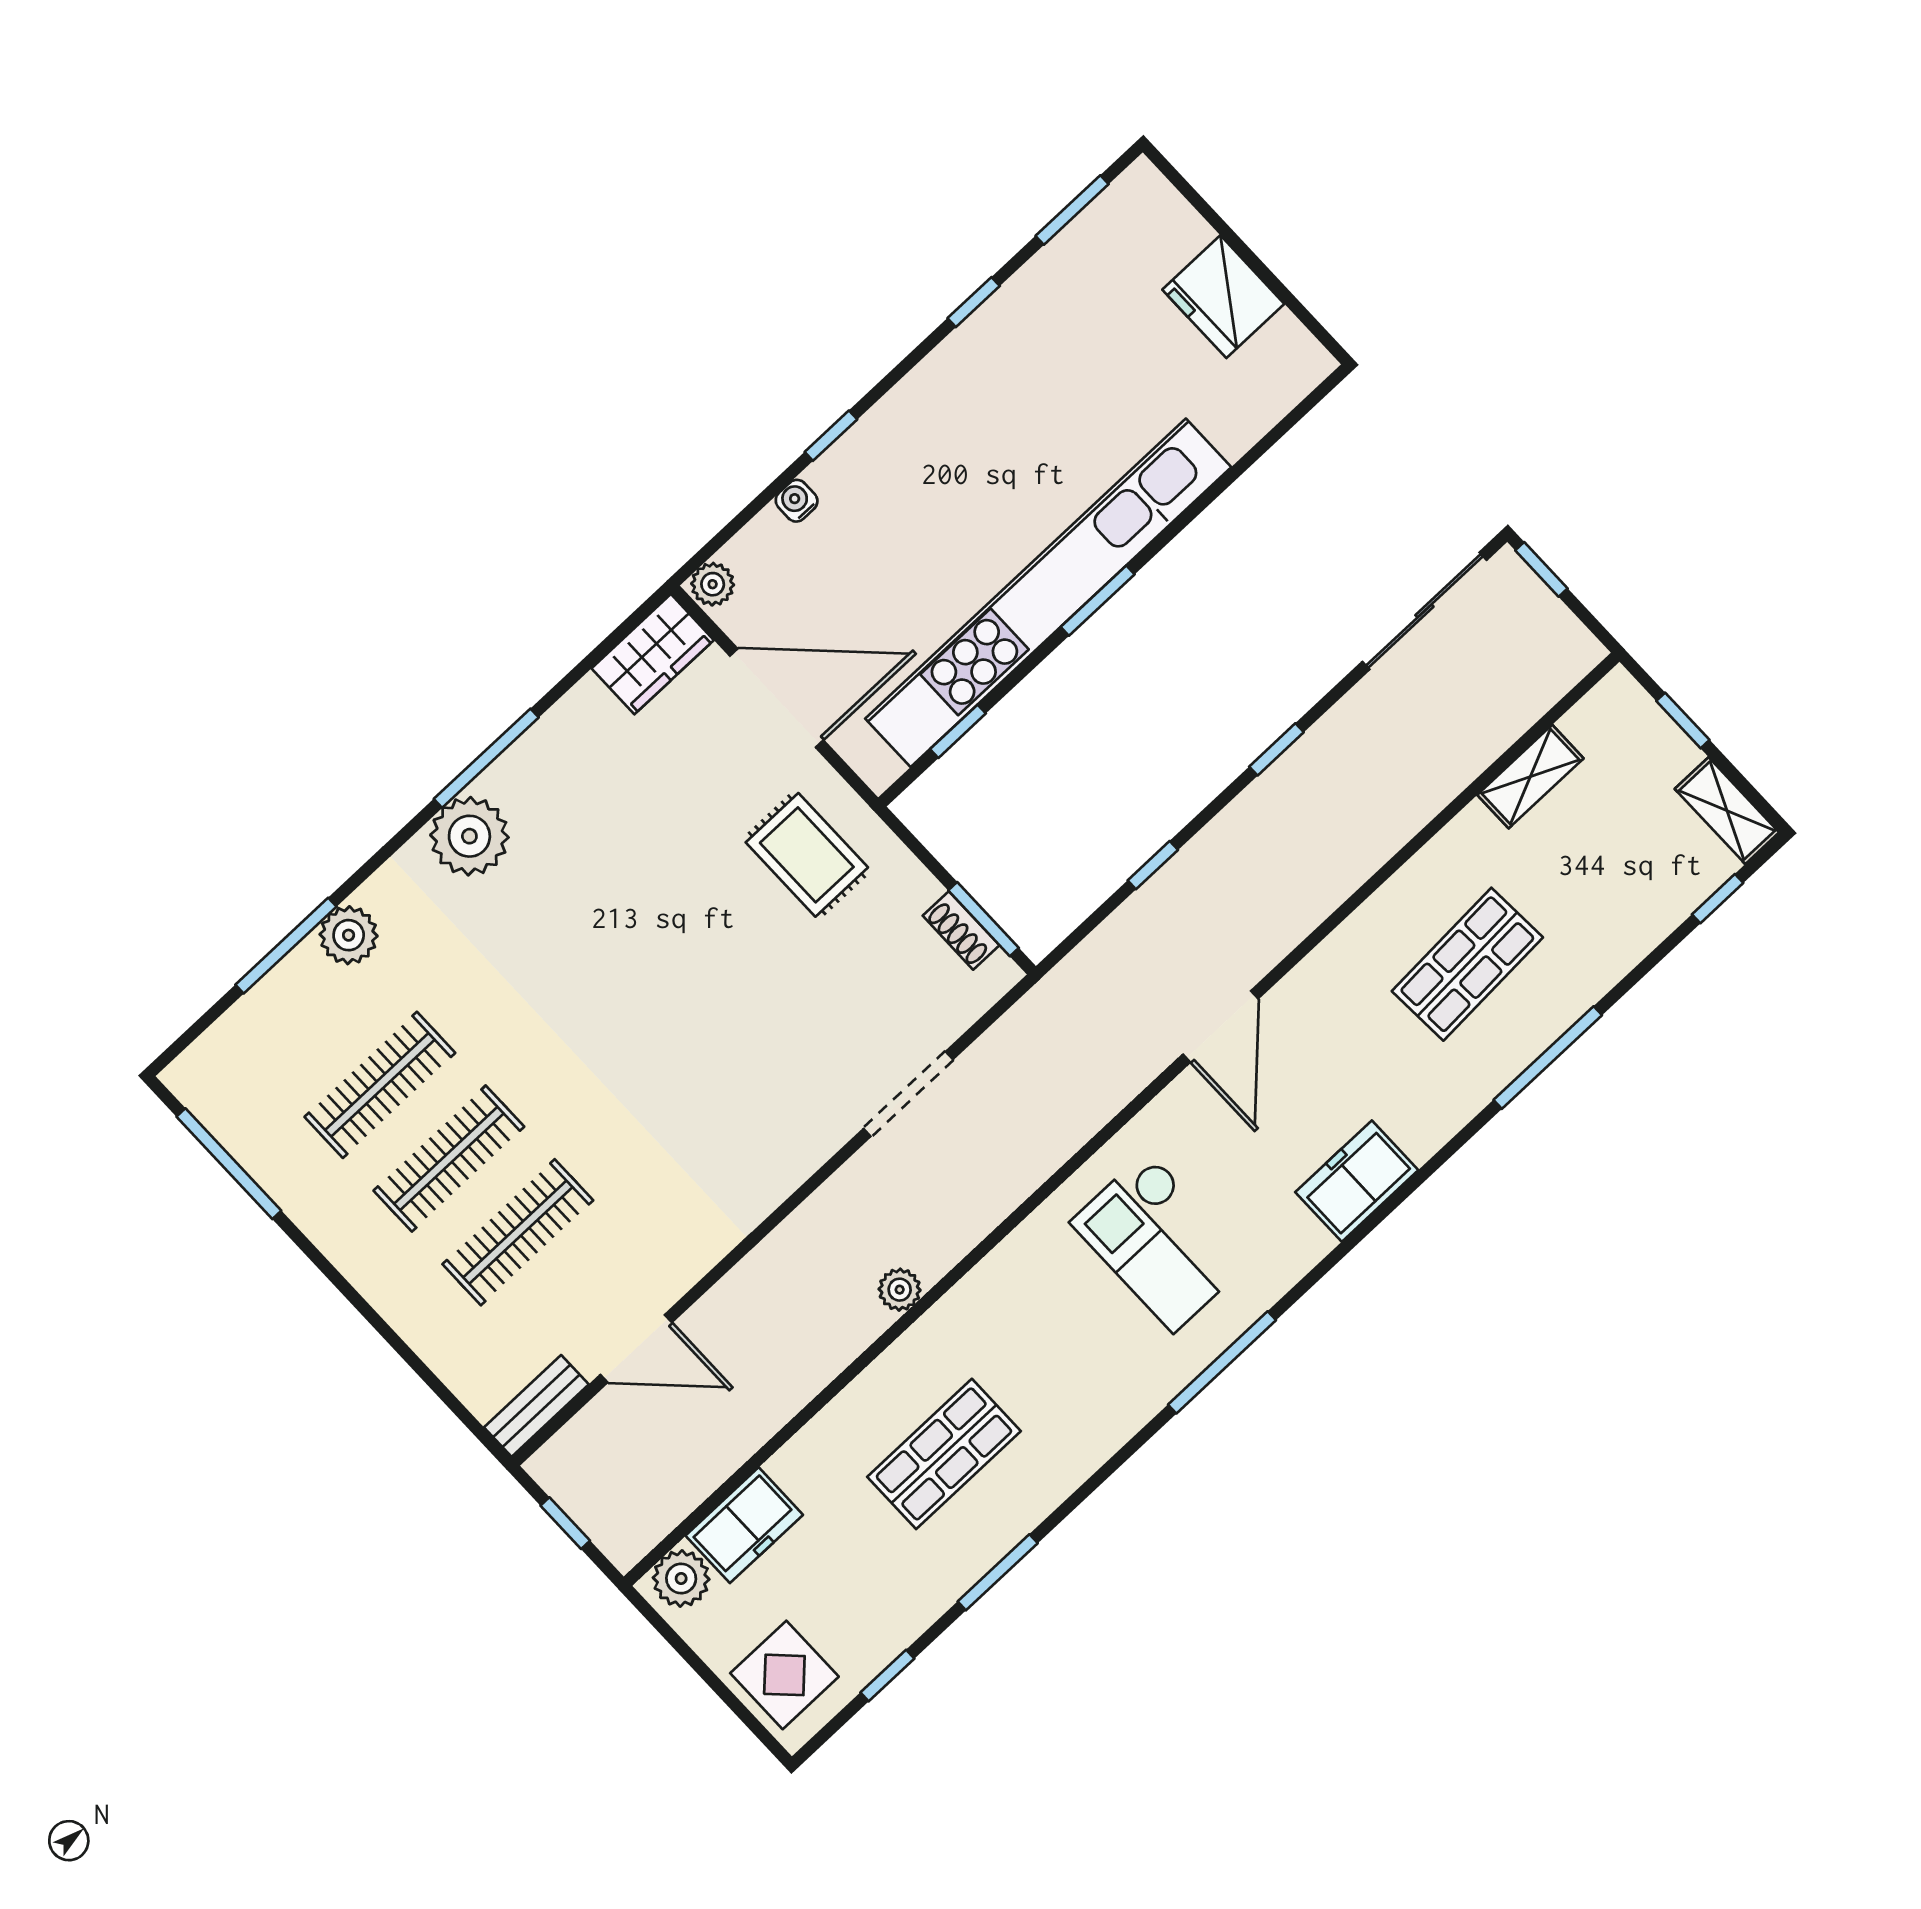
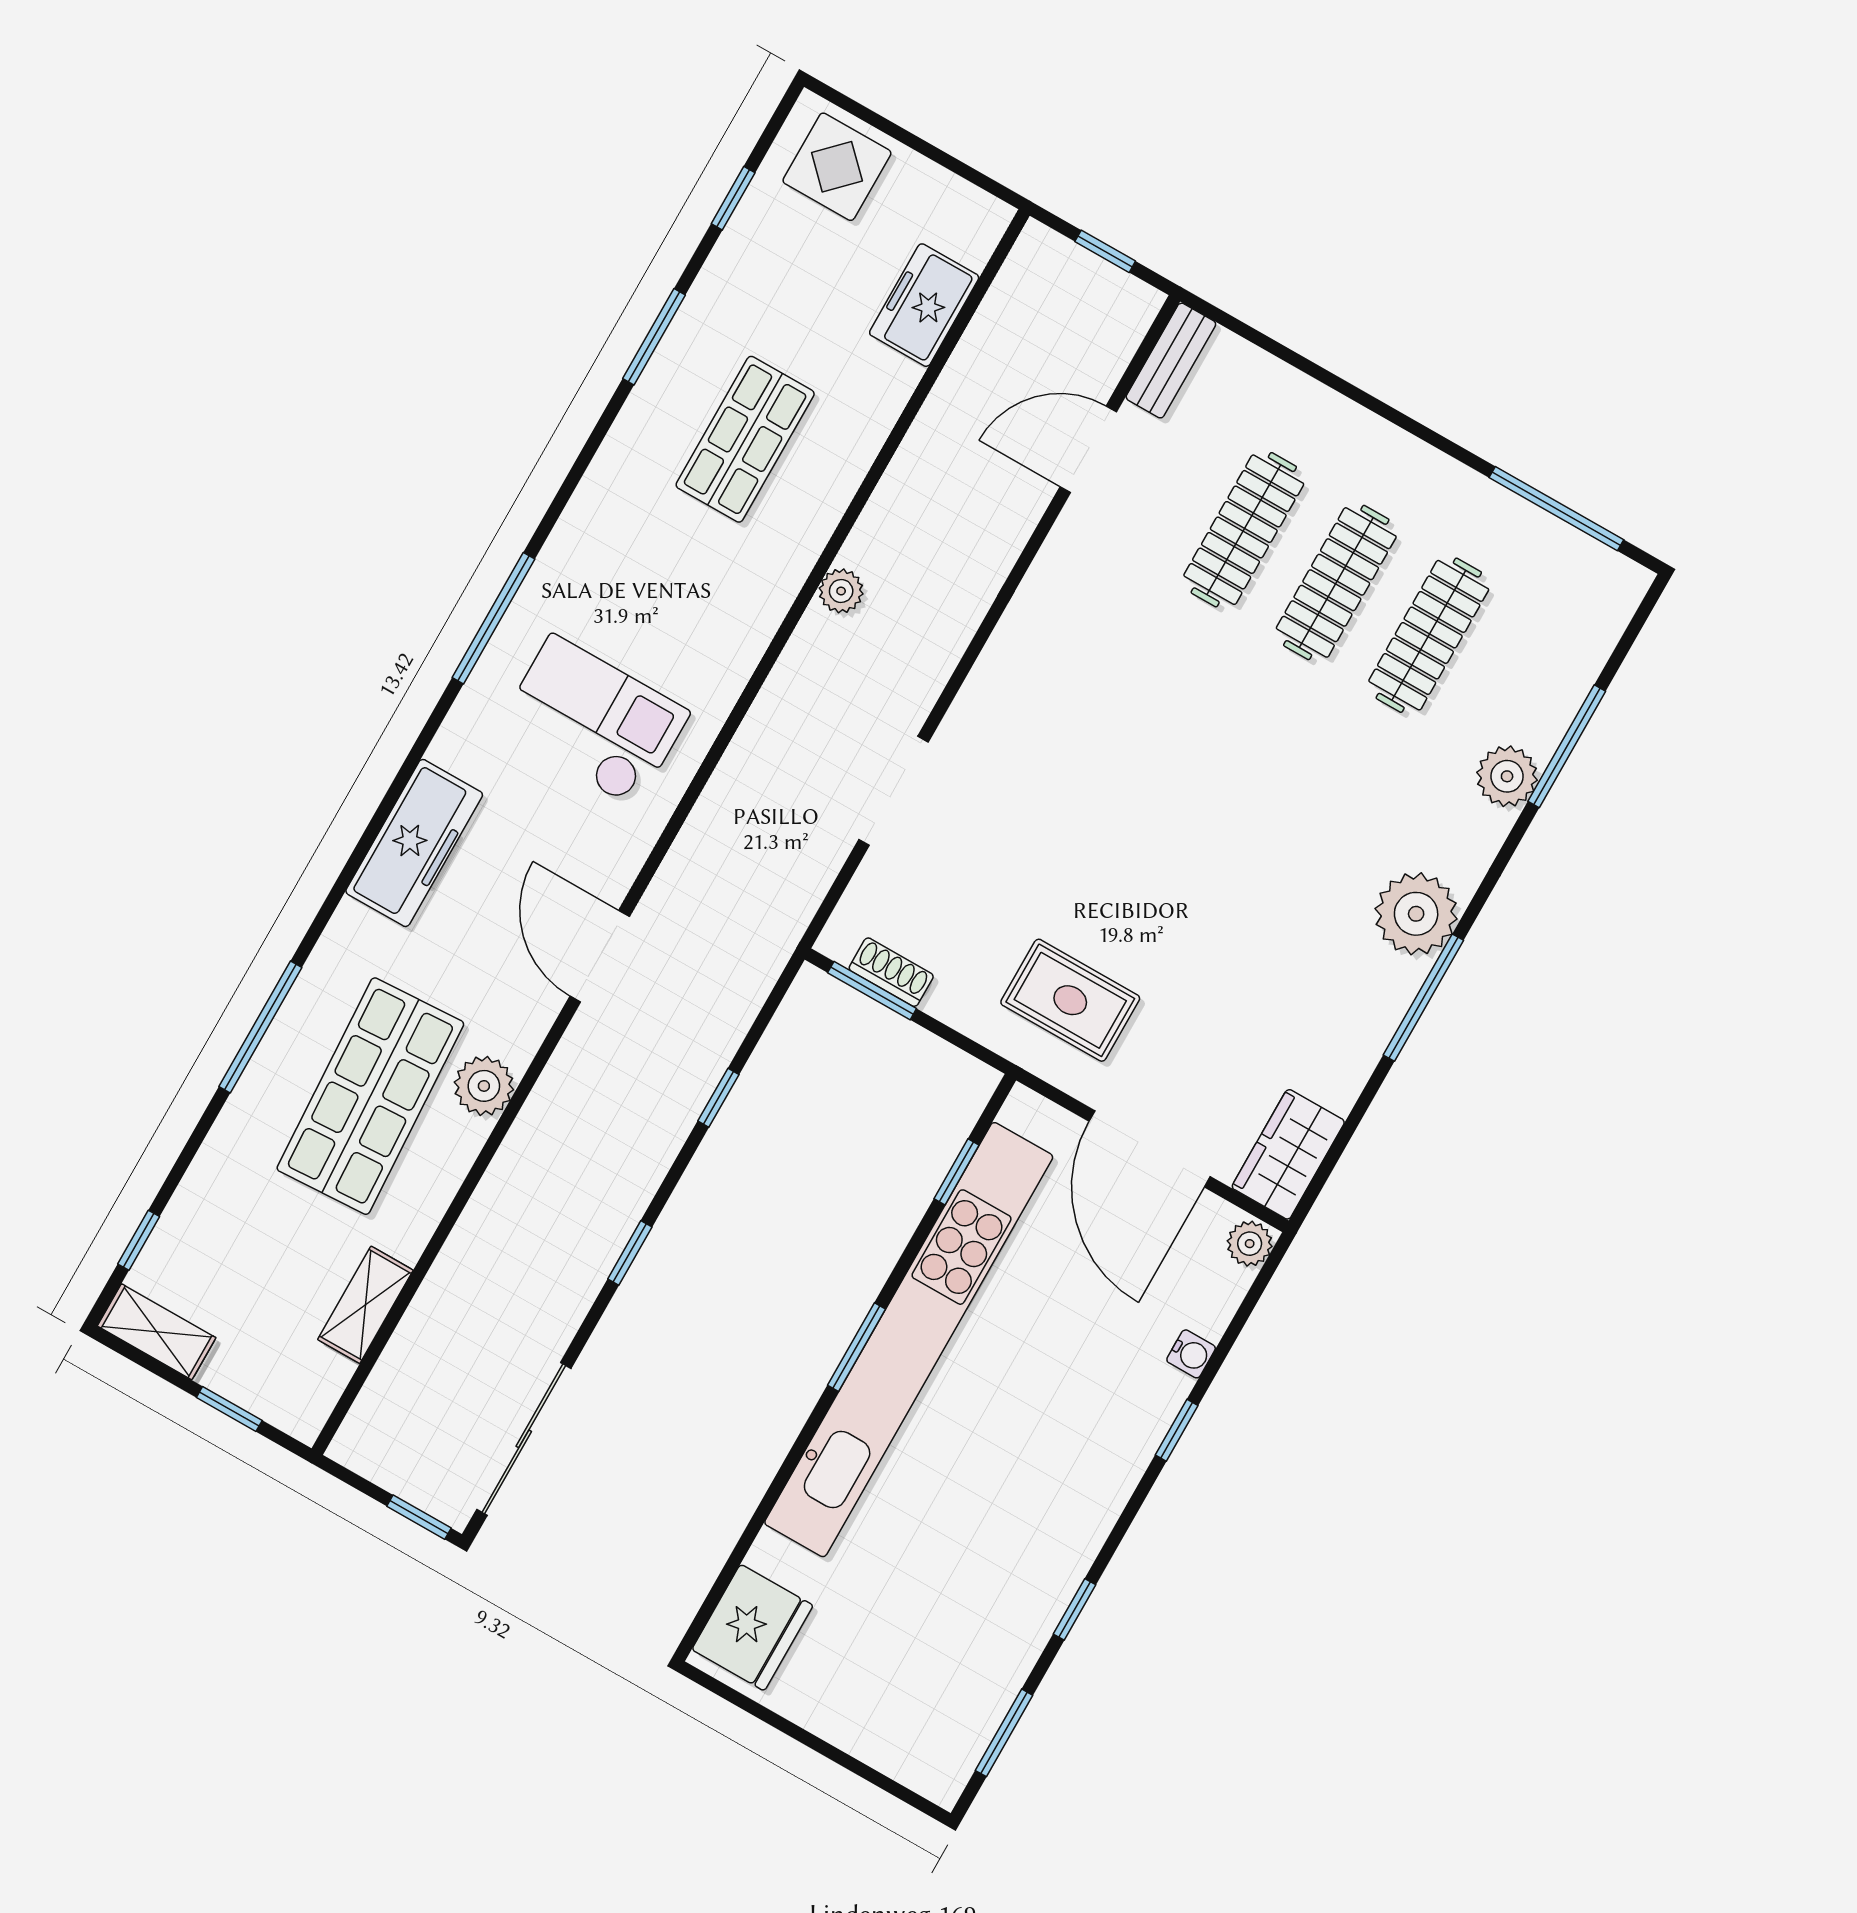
fridge: (1223, 297) -> (752, 1627), moved, turned 90
door: (777, 698) -> (1150, 1149), hinge flipped
shop shelf: (1467, 964) -> (370, 1096), width x1.43, depth x1.36
freezer: (1357, 1181) -> (414, 843), width x1.40
plant: (681, 1578) -> (484, 1086), moved

